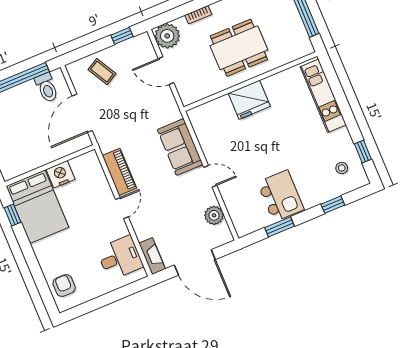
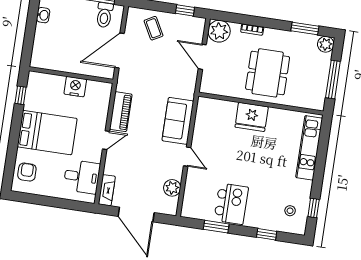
dining table: (239, 48) -> (268, 73), turned 90
bed: (37, 207) -> (47, 133), moved, turned -90

